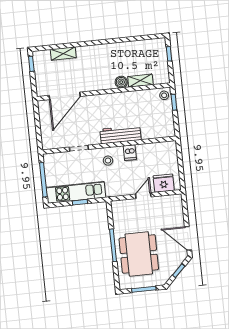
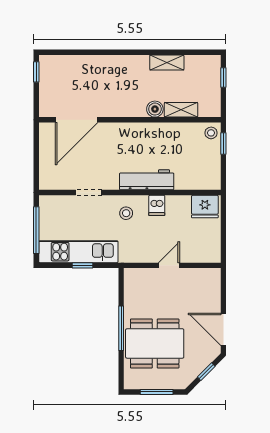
shelving: (63, 54) -> (167, 62), moved
fridge: (164, 183) -> (205, 207), moved, turned 180
dining table: (139, 254) -> (155, 343), turned 90

